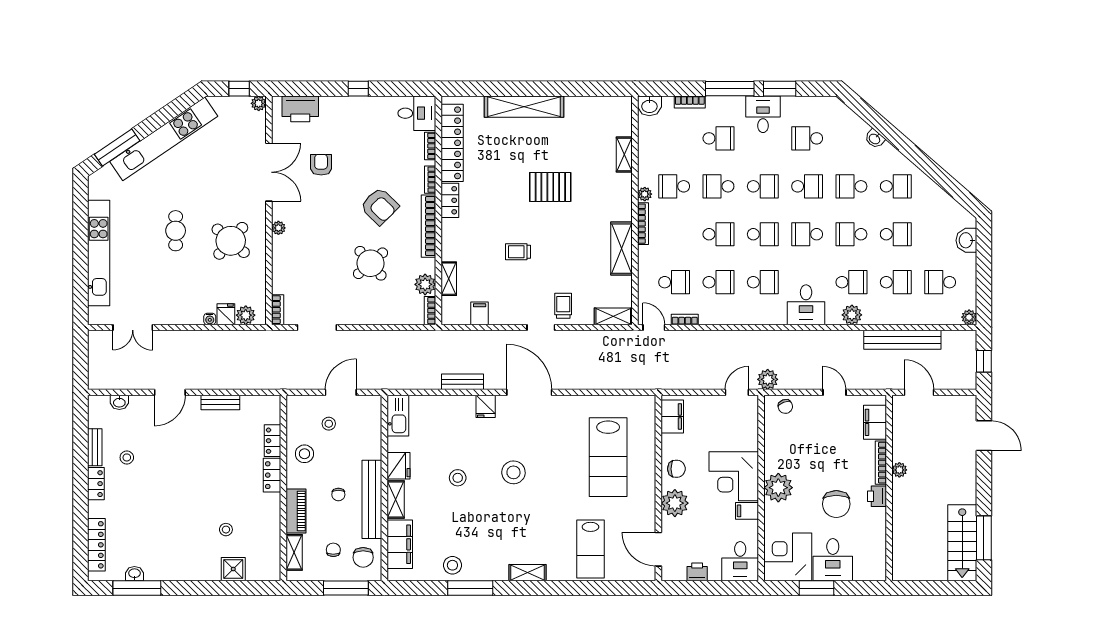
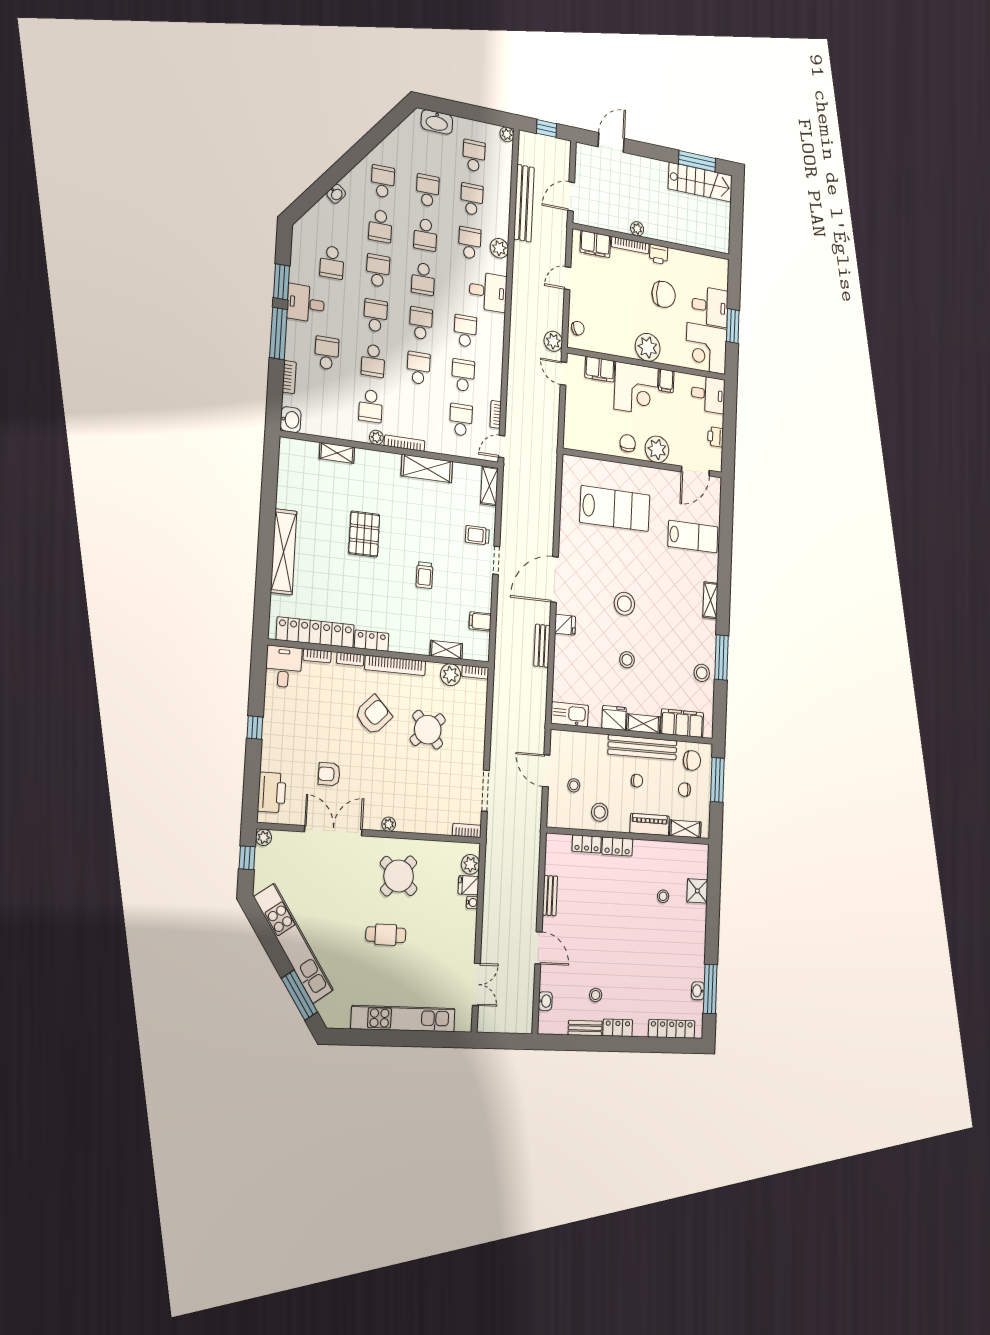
washbasin: (966, 240) -> (437, 122), width x1.38
school desk: (940, 282) -> (474, 156), turned 180
filing cabinet: (672, 416) -> (600, 369), moved, turned 180

